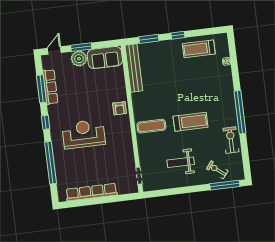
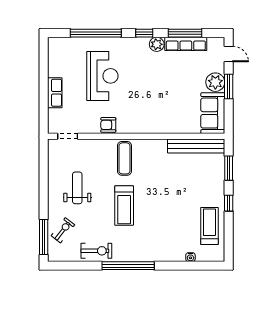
armchair: (120, 108) -> (108, 125), moved
plant: (54, 111) -> (157, 44), added
reception desk: (84, 134) -> (102, 76), moved
row of seats: (91, 192) -> (55, 93), width x0.50

